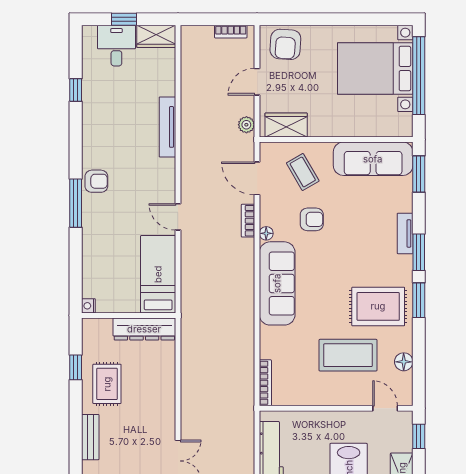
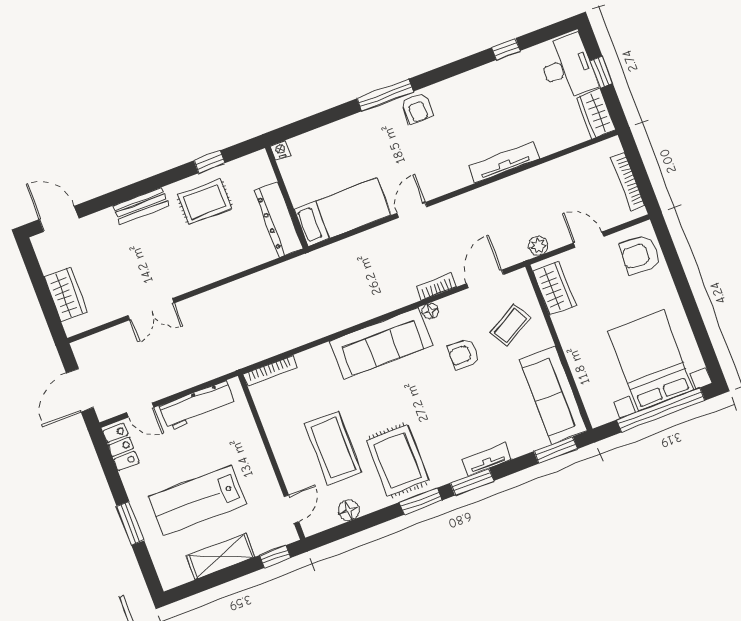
bookcase: (231, 32) -> (628, 182), width x1.56
desk: (116, 46) -> (567, 67), width x1.37
armchair: (312, 219) -> (464, 354), turned 90

